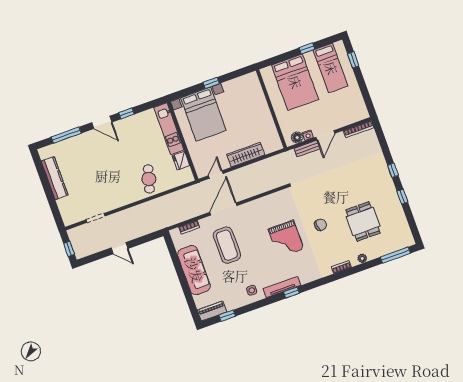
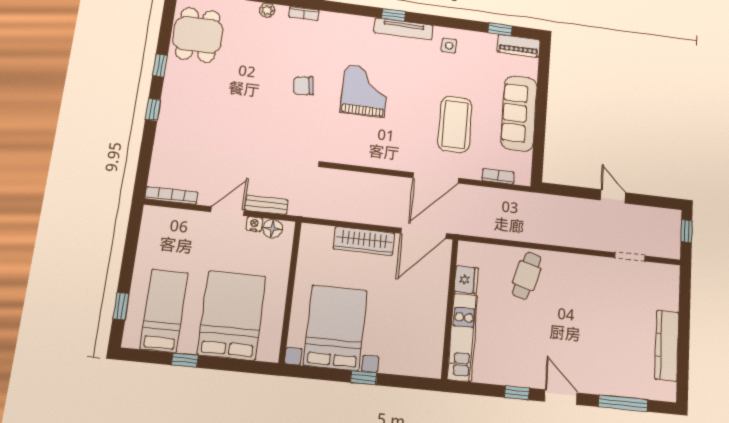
bed with nightstands: (203, 114) -> (335, 328), moved
door: (216, 175) -> (423, 233), width x1.88
dining table: (363, 221) -> (198, 35), moved

